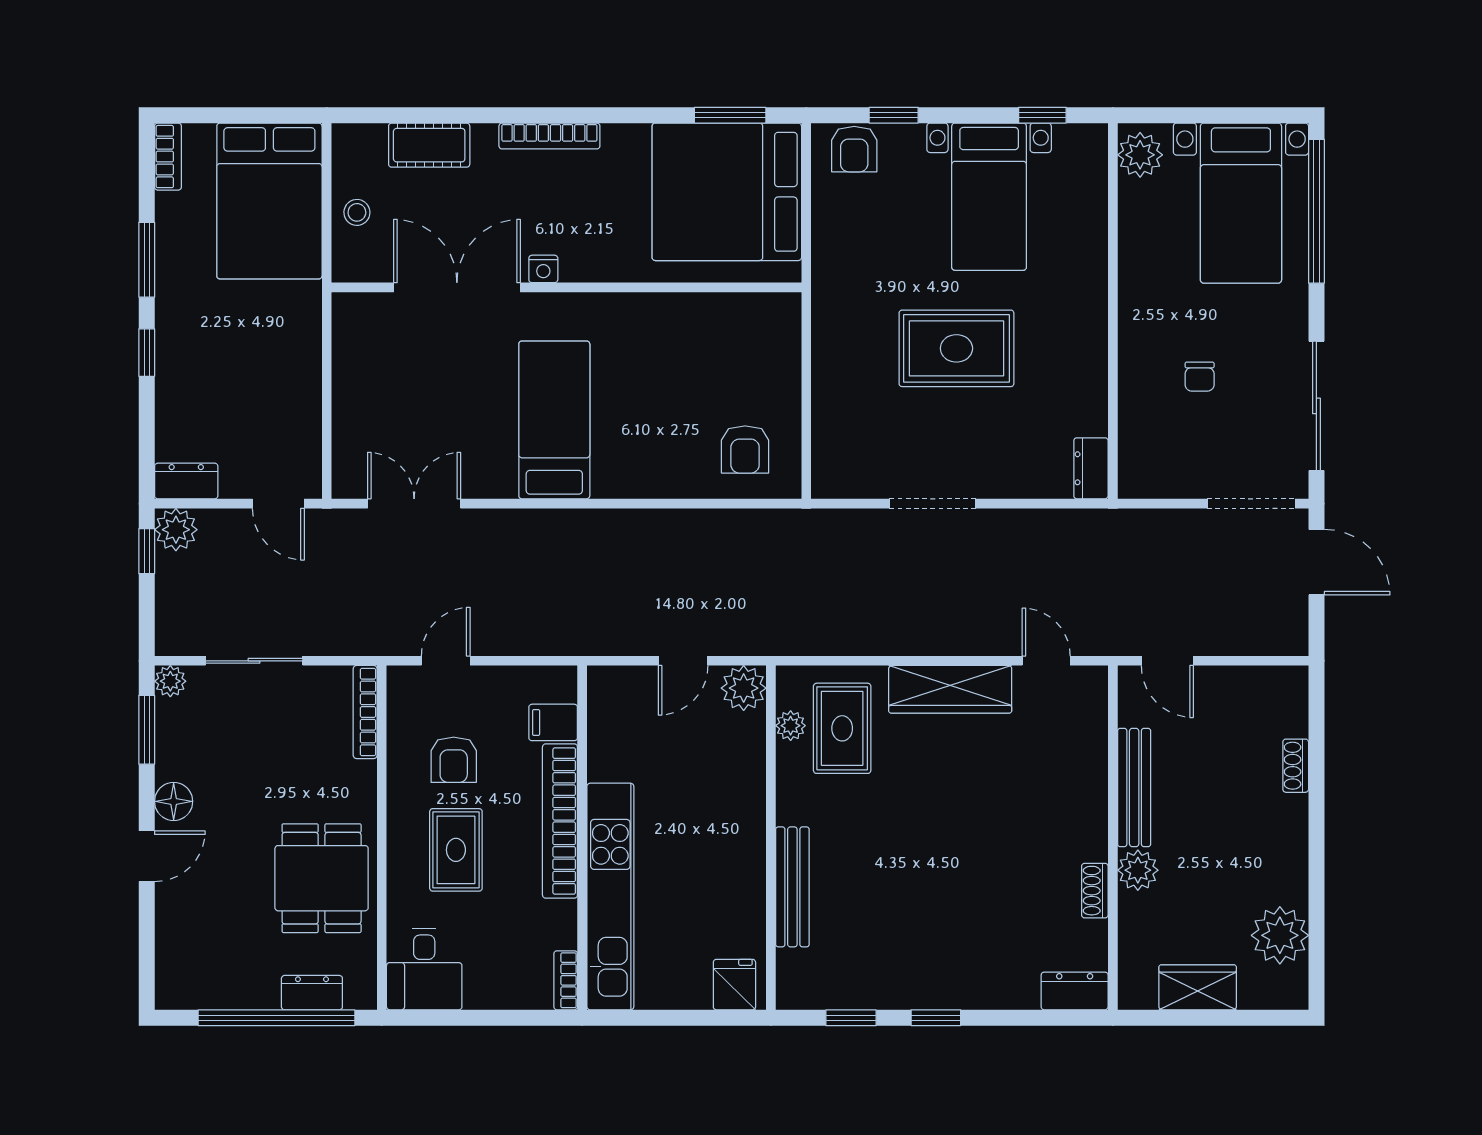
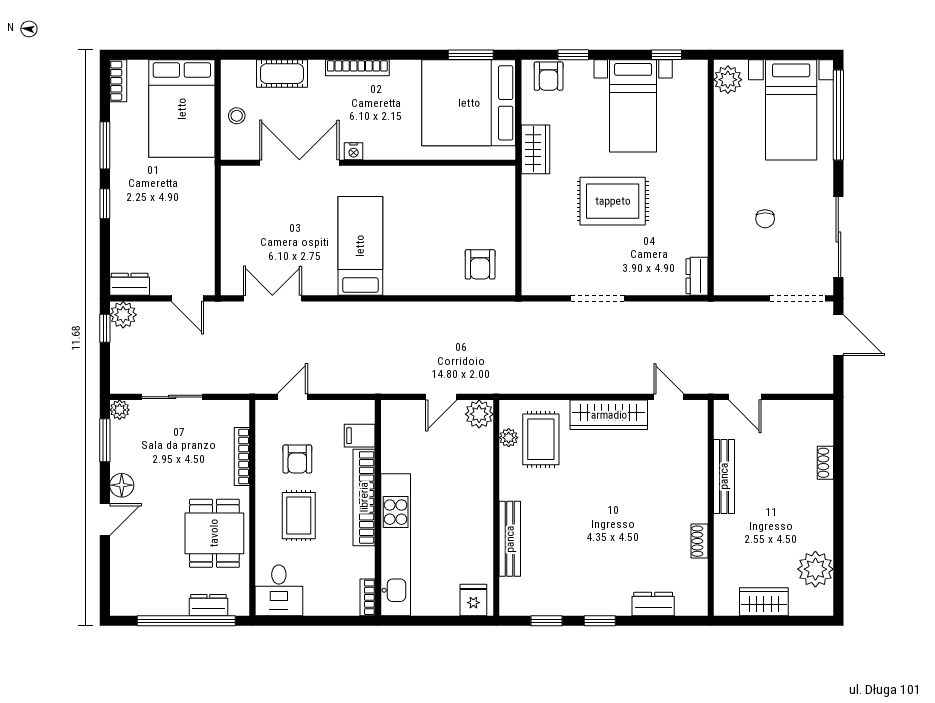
wardrobe: (834, 266) -> (536, 149), added
bookcase: (365, 712) -> (242, 457), moved
plant: (1138, 870) -> (726, 528), removed
dresser: (1075, 991) -> (653, 604), moved

